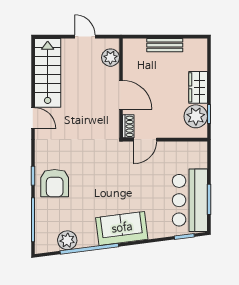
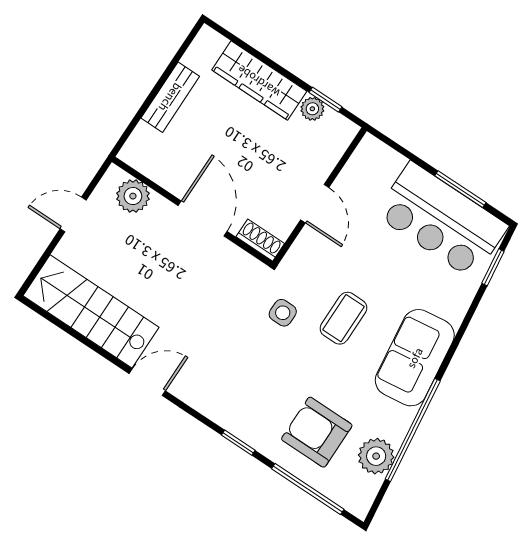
wardrobe: (198, 87) -> (259, 81), width x1.50
door: (121, 95) -> (203, 219), hinge flipped
plant: (196, 116) -> (312, 109), width x0.53, depth x0.53
door: (145, 140) -> (315, 204), moved
side table: (103, 157) -> (283, 313), added
armchair: (55, 183) -> (317, 432), moved, turned 180
coffee table: (118, 186) -> (343, 318), added

